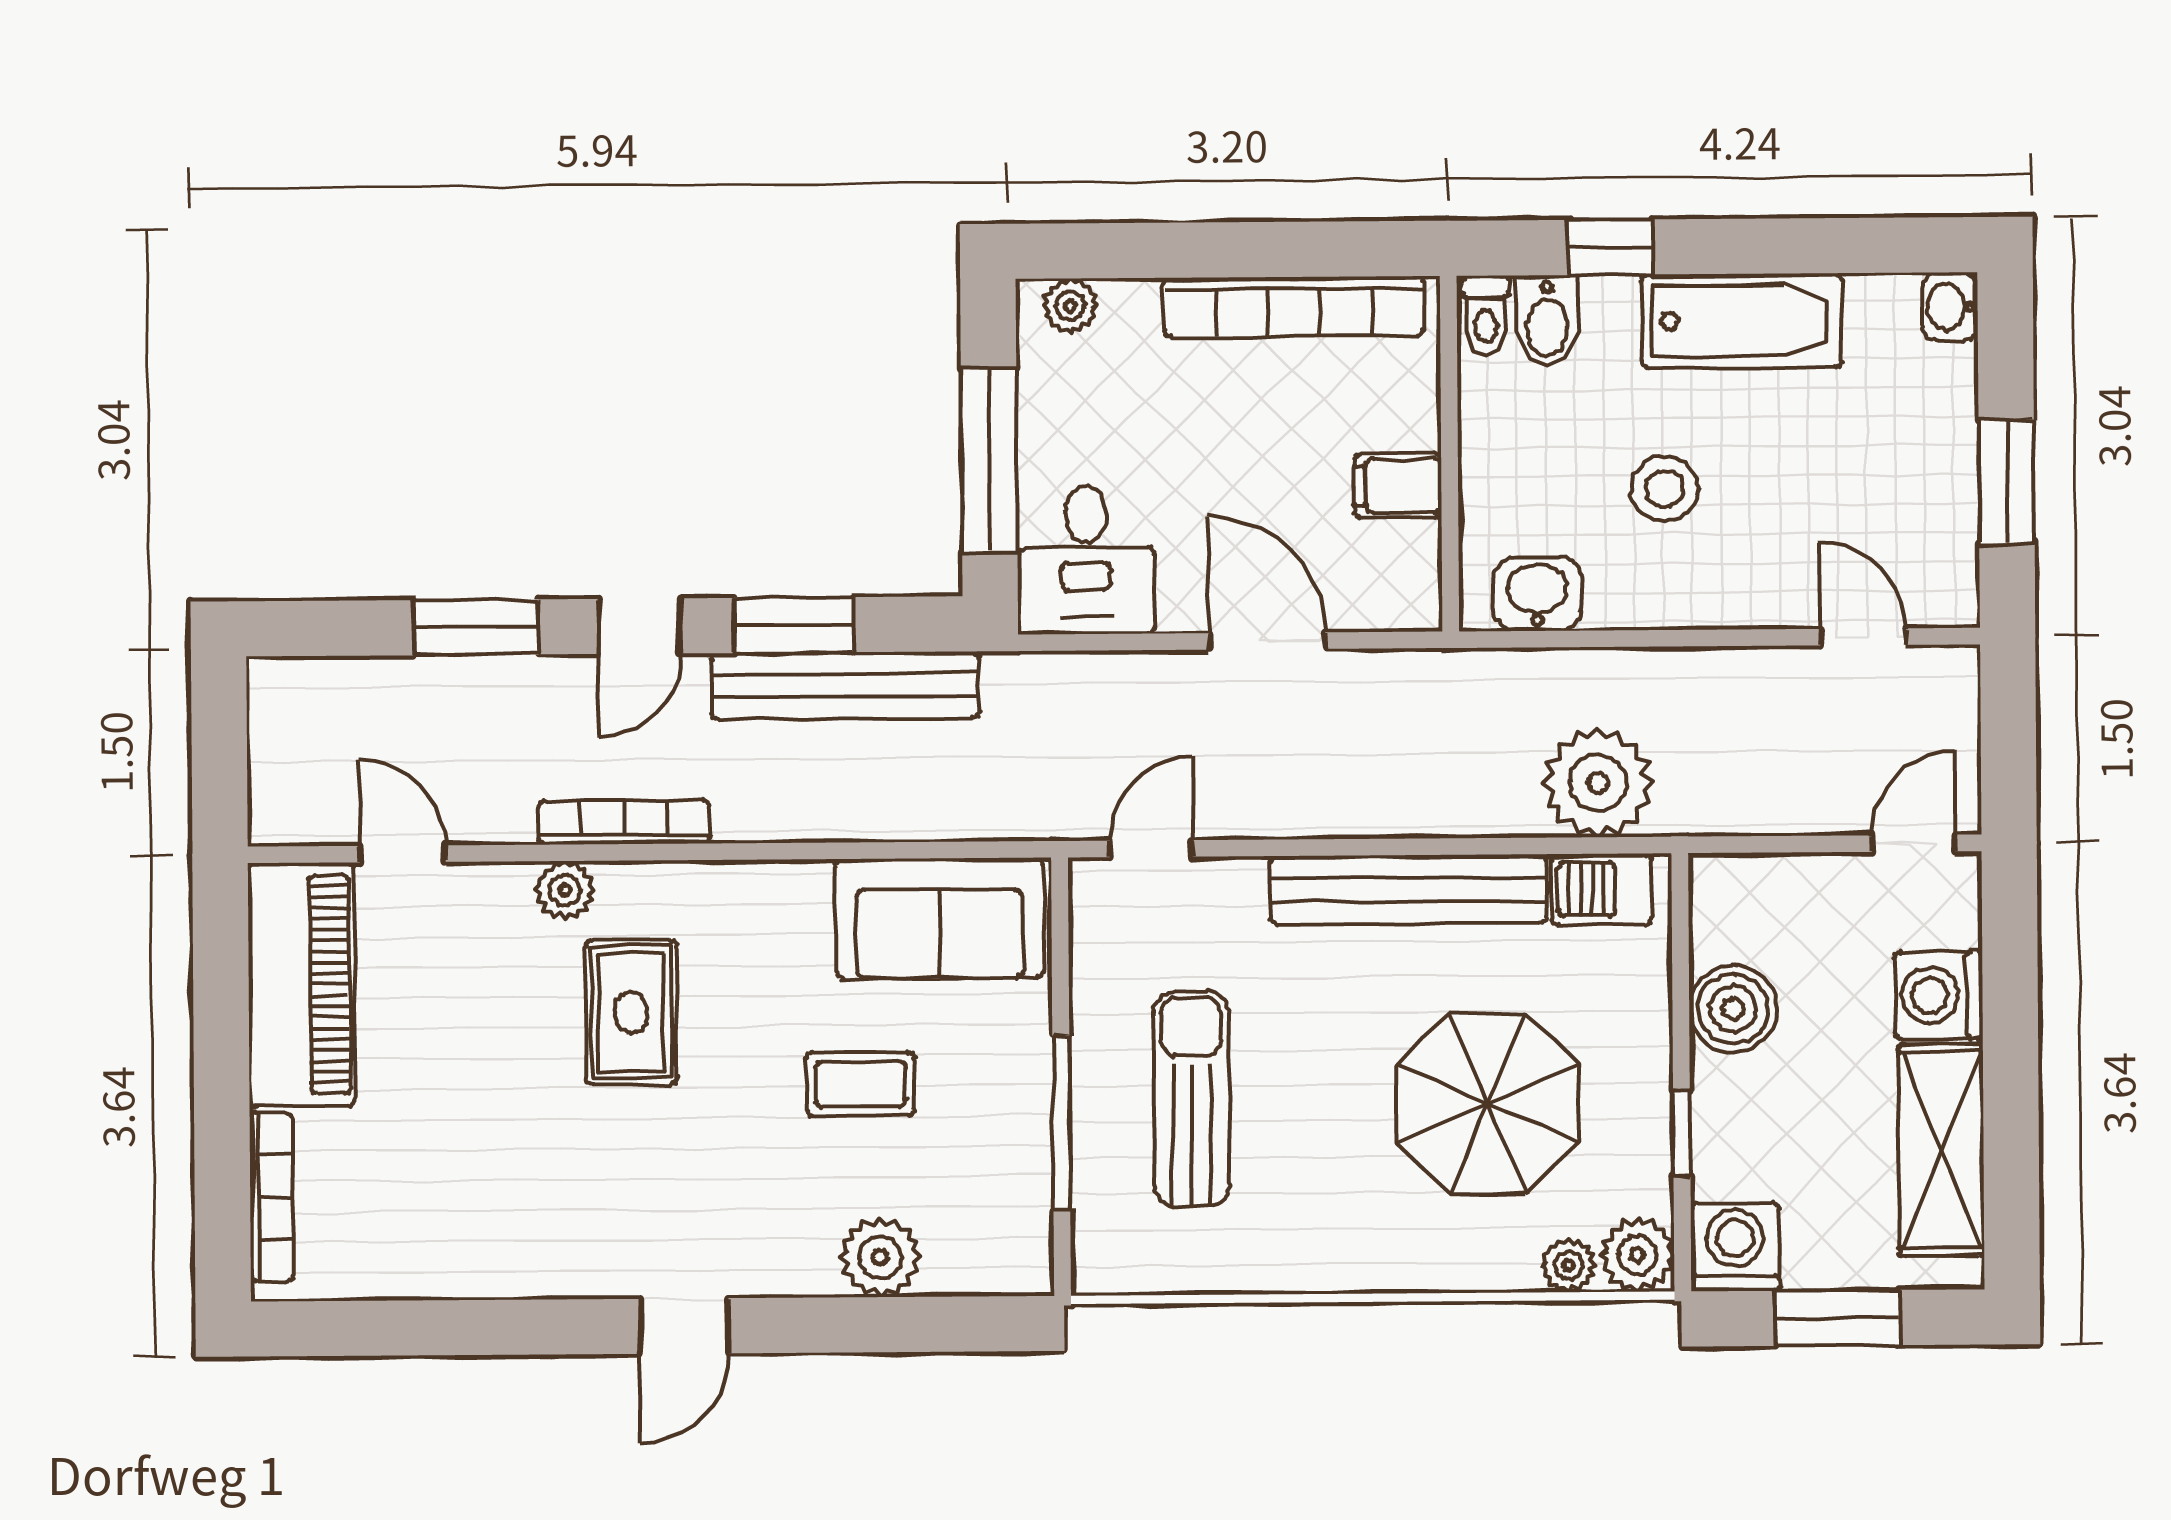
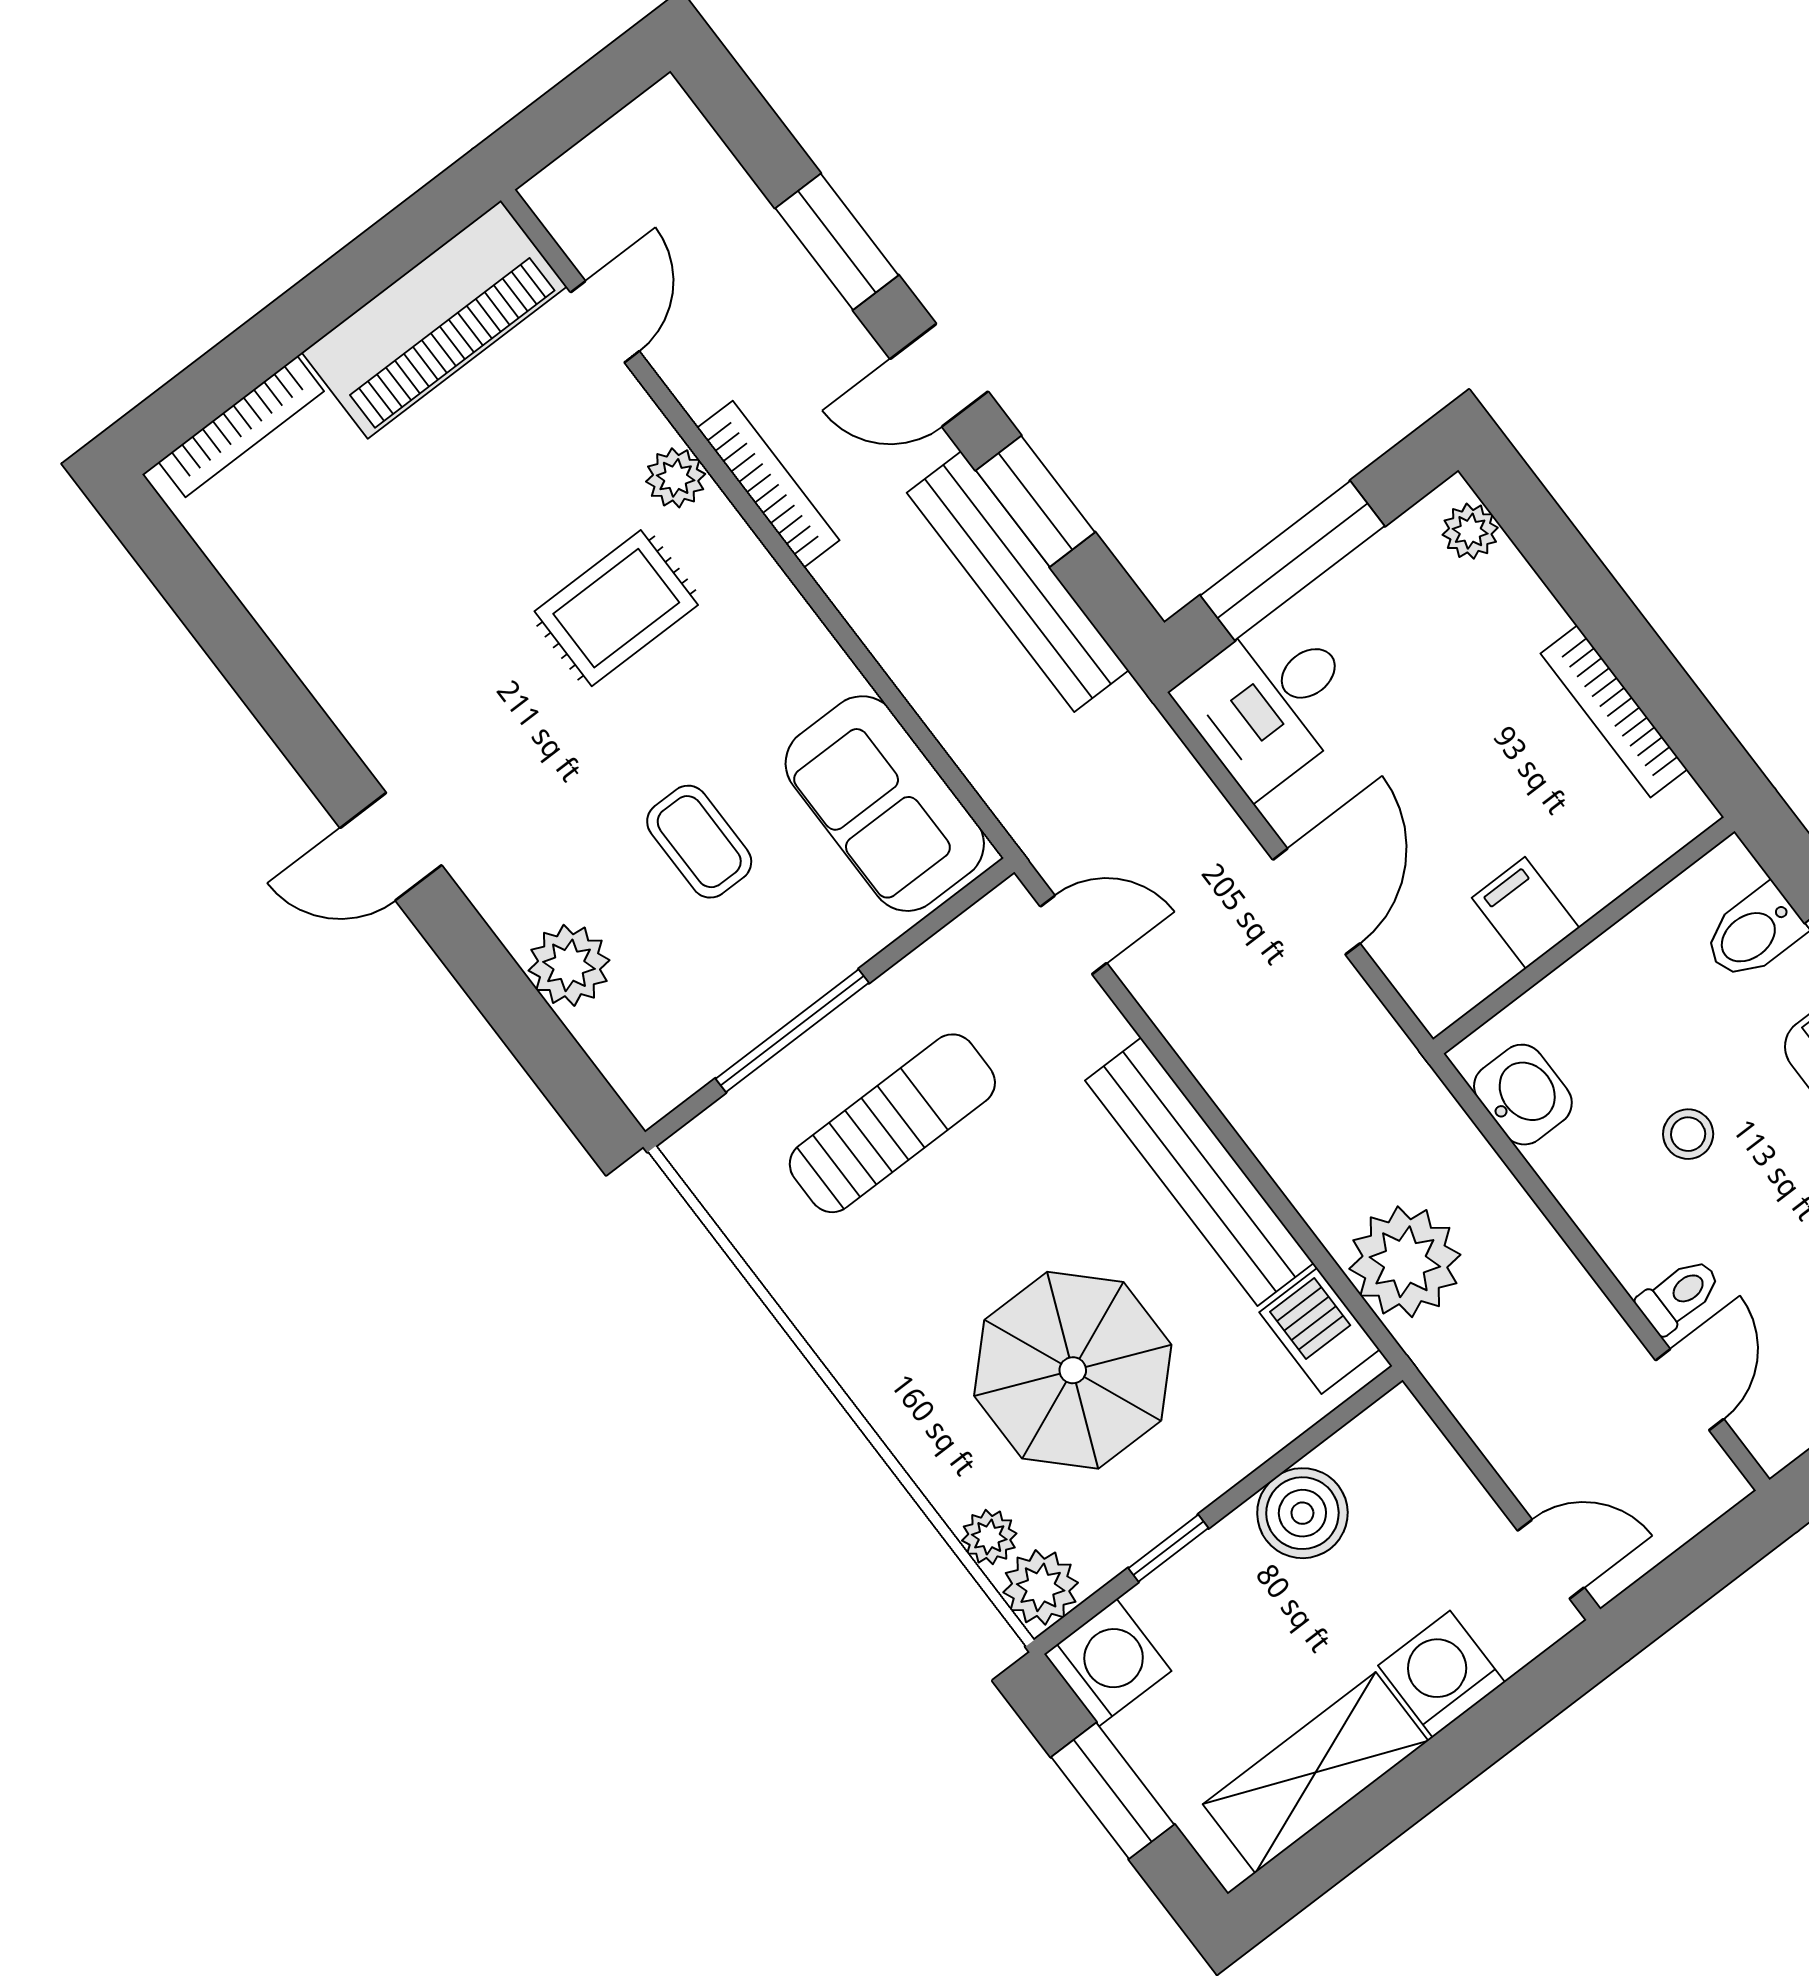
bookcase: (1294, 307) -> (1614, 711), width x0.68, depth x0.76
toilet: (1486, 315) -> (1679, 1295), moved, turned 180
stool: (1664, 489) -> (1688, 1134), width x0.73, depth x0.73

